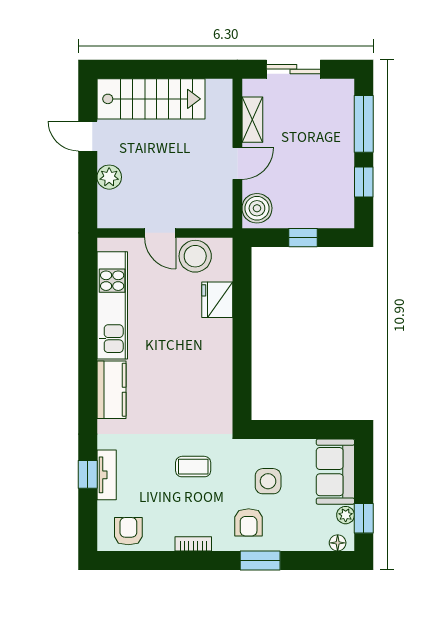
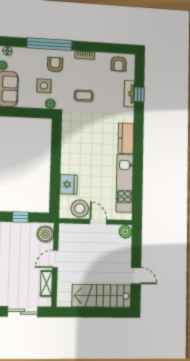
plant: (109, 177) -> (125, 232), moved
plant: (255, 448) -> (50, 104), added
window: (260, 560) -> (49, 44), width x2.11

